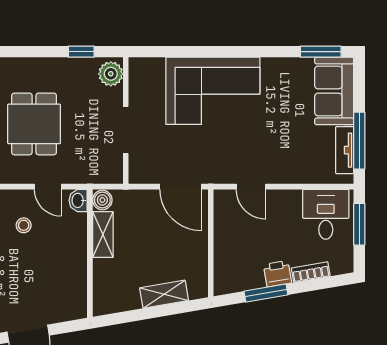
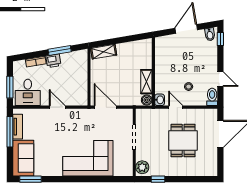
door: (251, 187) -> (57, 107), moved
shelving: (164, 294) -> (104, 52), moved

